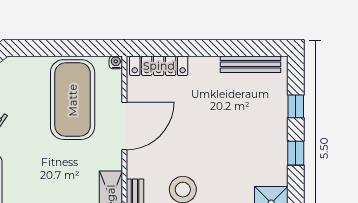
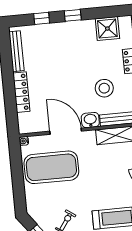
locker: (159, 66) -> (21, 92), moved
washbasin: (137, 164) -> (90, 120), added

